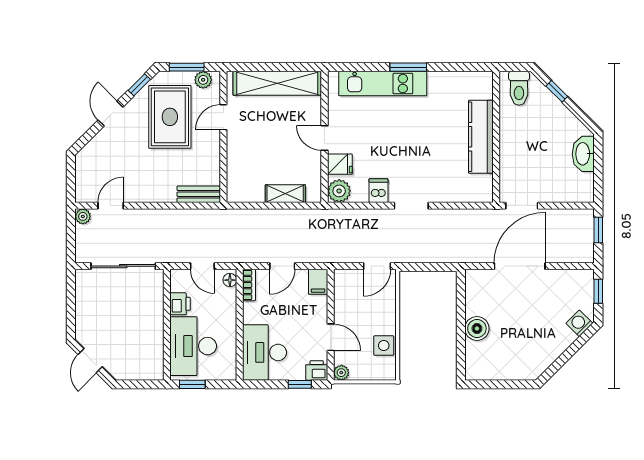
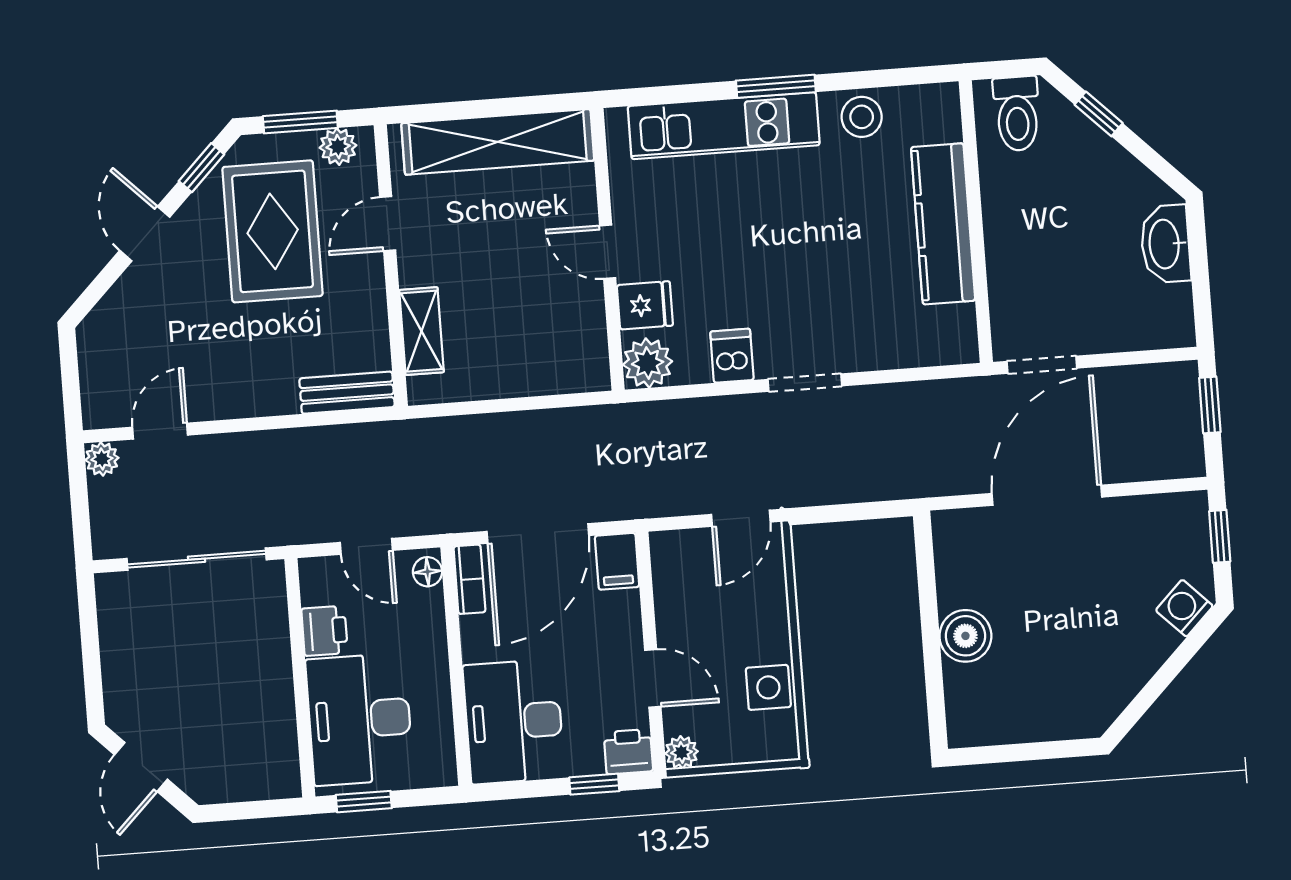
stool: (447, 84) -> (862, 117), added
shelving: (285, 194) -> (421, 331), moved, turned 90
door: (282, 266) -> (538, 533), width x1.87

